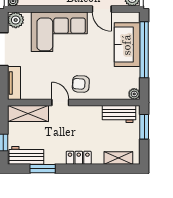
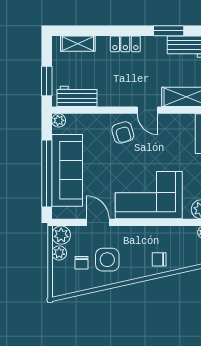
sofa: (127, 45) -> (67, 170), width x1.36
armchair: (81, 84) -> (123, 132), turned 71

